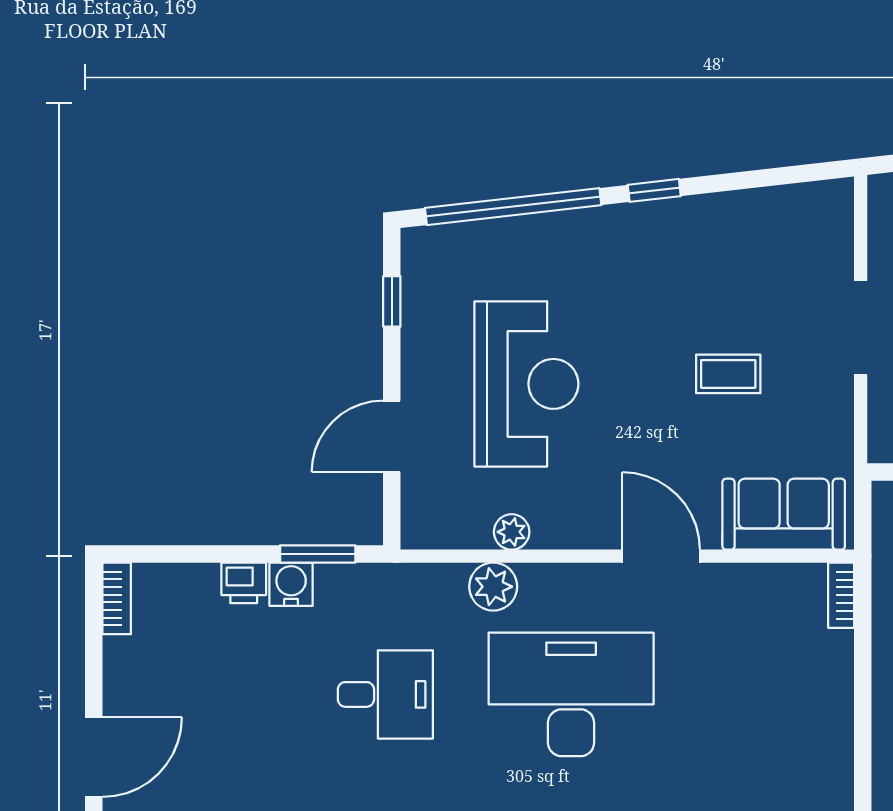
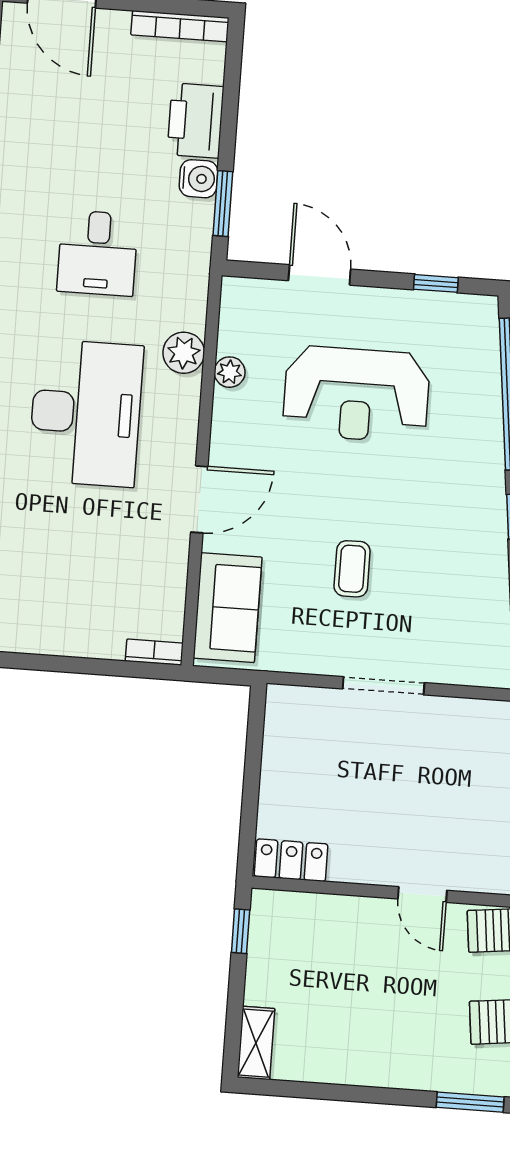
printer: (244, 583) -> (195, 121), width x1.87, depth x1.48
bookcase: (117, 598) -> (180, 26), width x1.56

